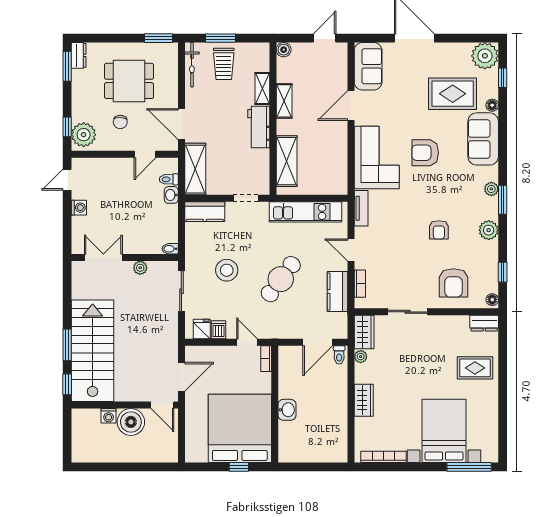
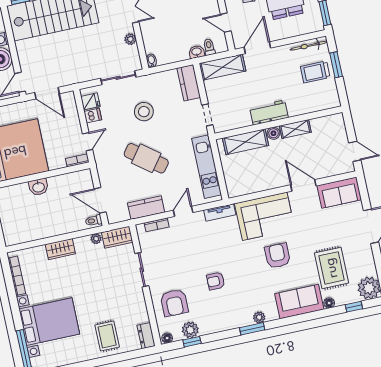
boiler: (284, 50) -> (273, 133), moved
shelving: (262, 89) -> (302, 109), removed
plant: (489, 230) -> (190, 330), moved
armchair: (453, 283) -> (174, 303), turned -90

